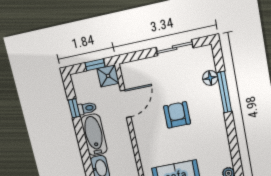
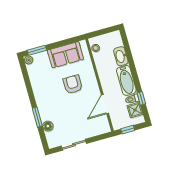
shower: (108, 76) -> (135, 110), moved
window: (224, 92) -> (37, 117), width x0.69
armchair: (177, 115) -> (73, 84), moved, turned 180

